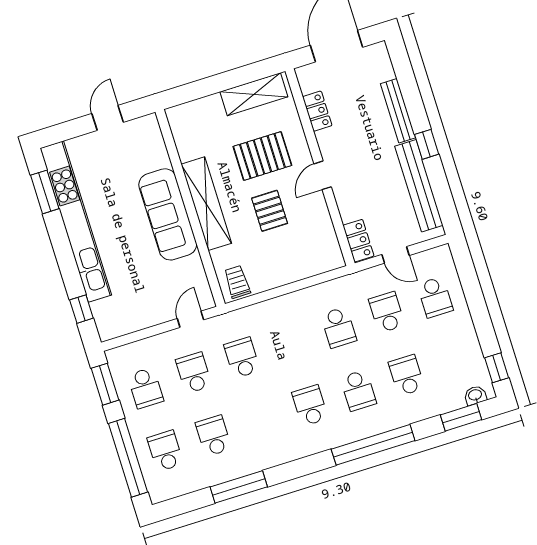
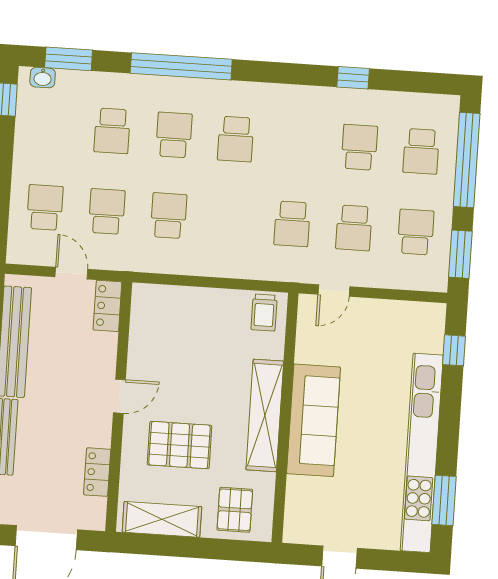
pallet: (270, 211) -> (235, 510), moved
school desk: (387, 312) -> (107, 211), turned 180
school desk: (214, 436) -> (359, 147), turned 180
window: (239, 487) -> (353, 78), width x0.46

